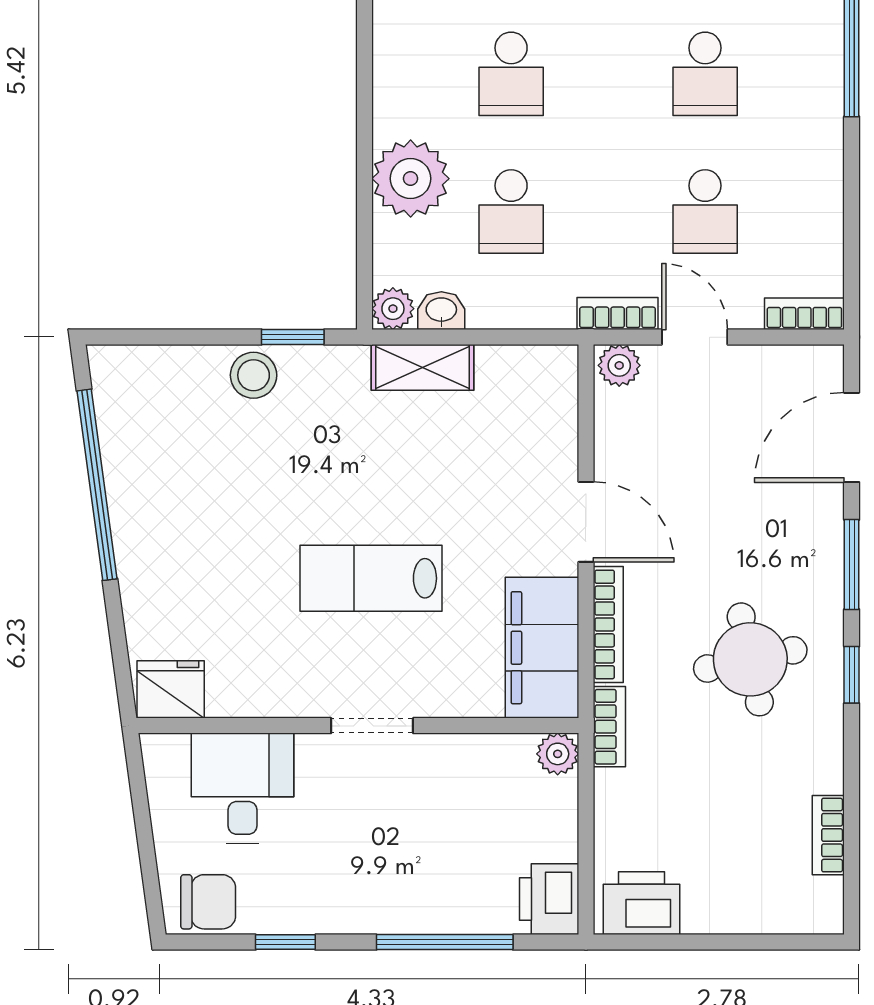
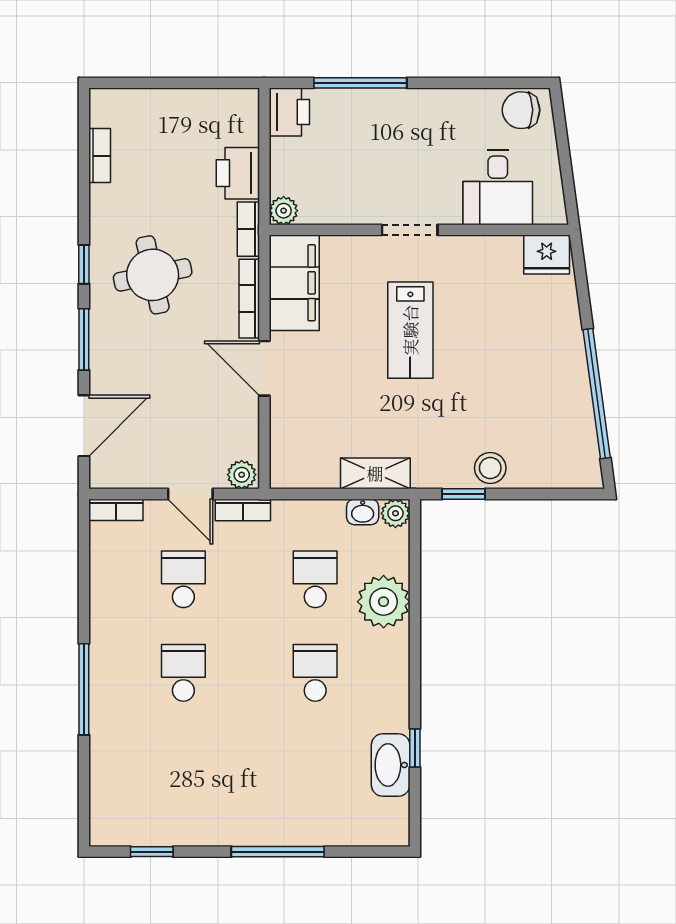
lab bench: (371, 578) -> (410, 330), turned 90
printer: (641, 903) -> (238, 173), moved, turned 90
window: (285, 942) -> (469, 83), removed

